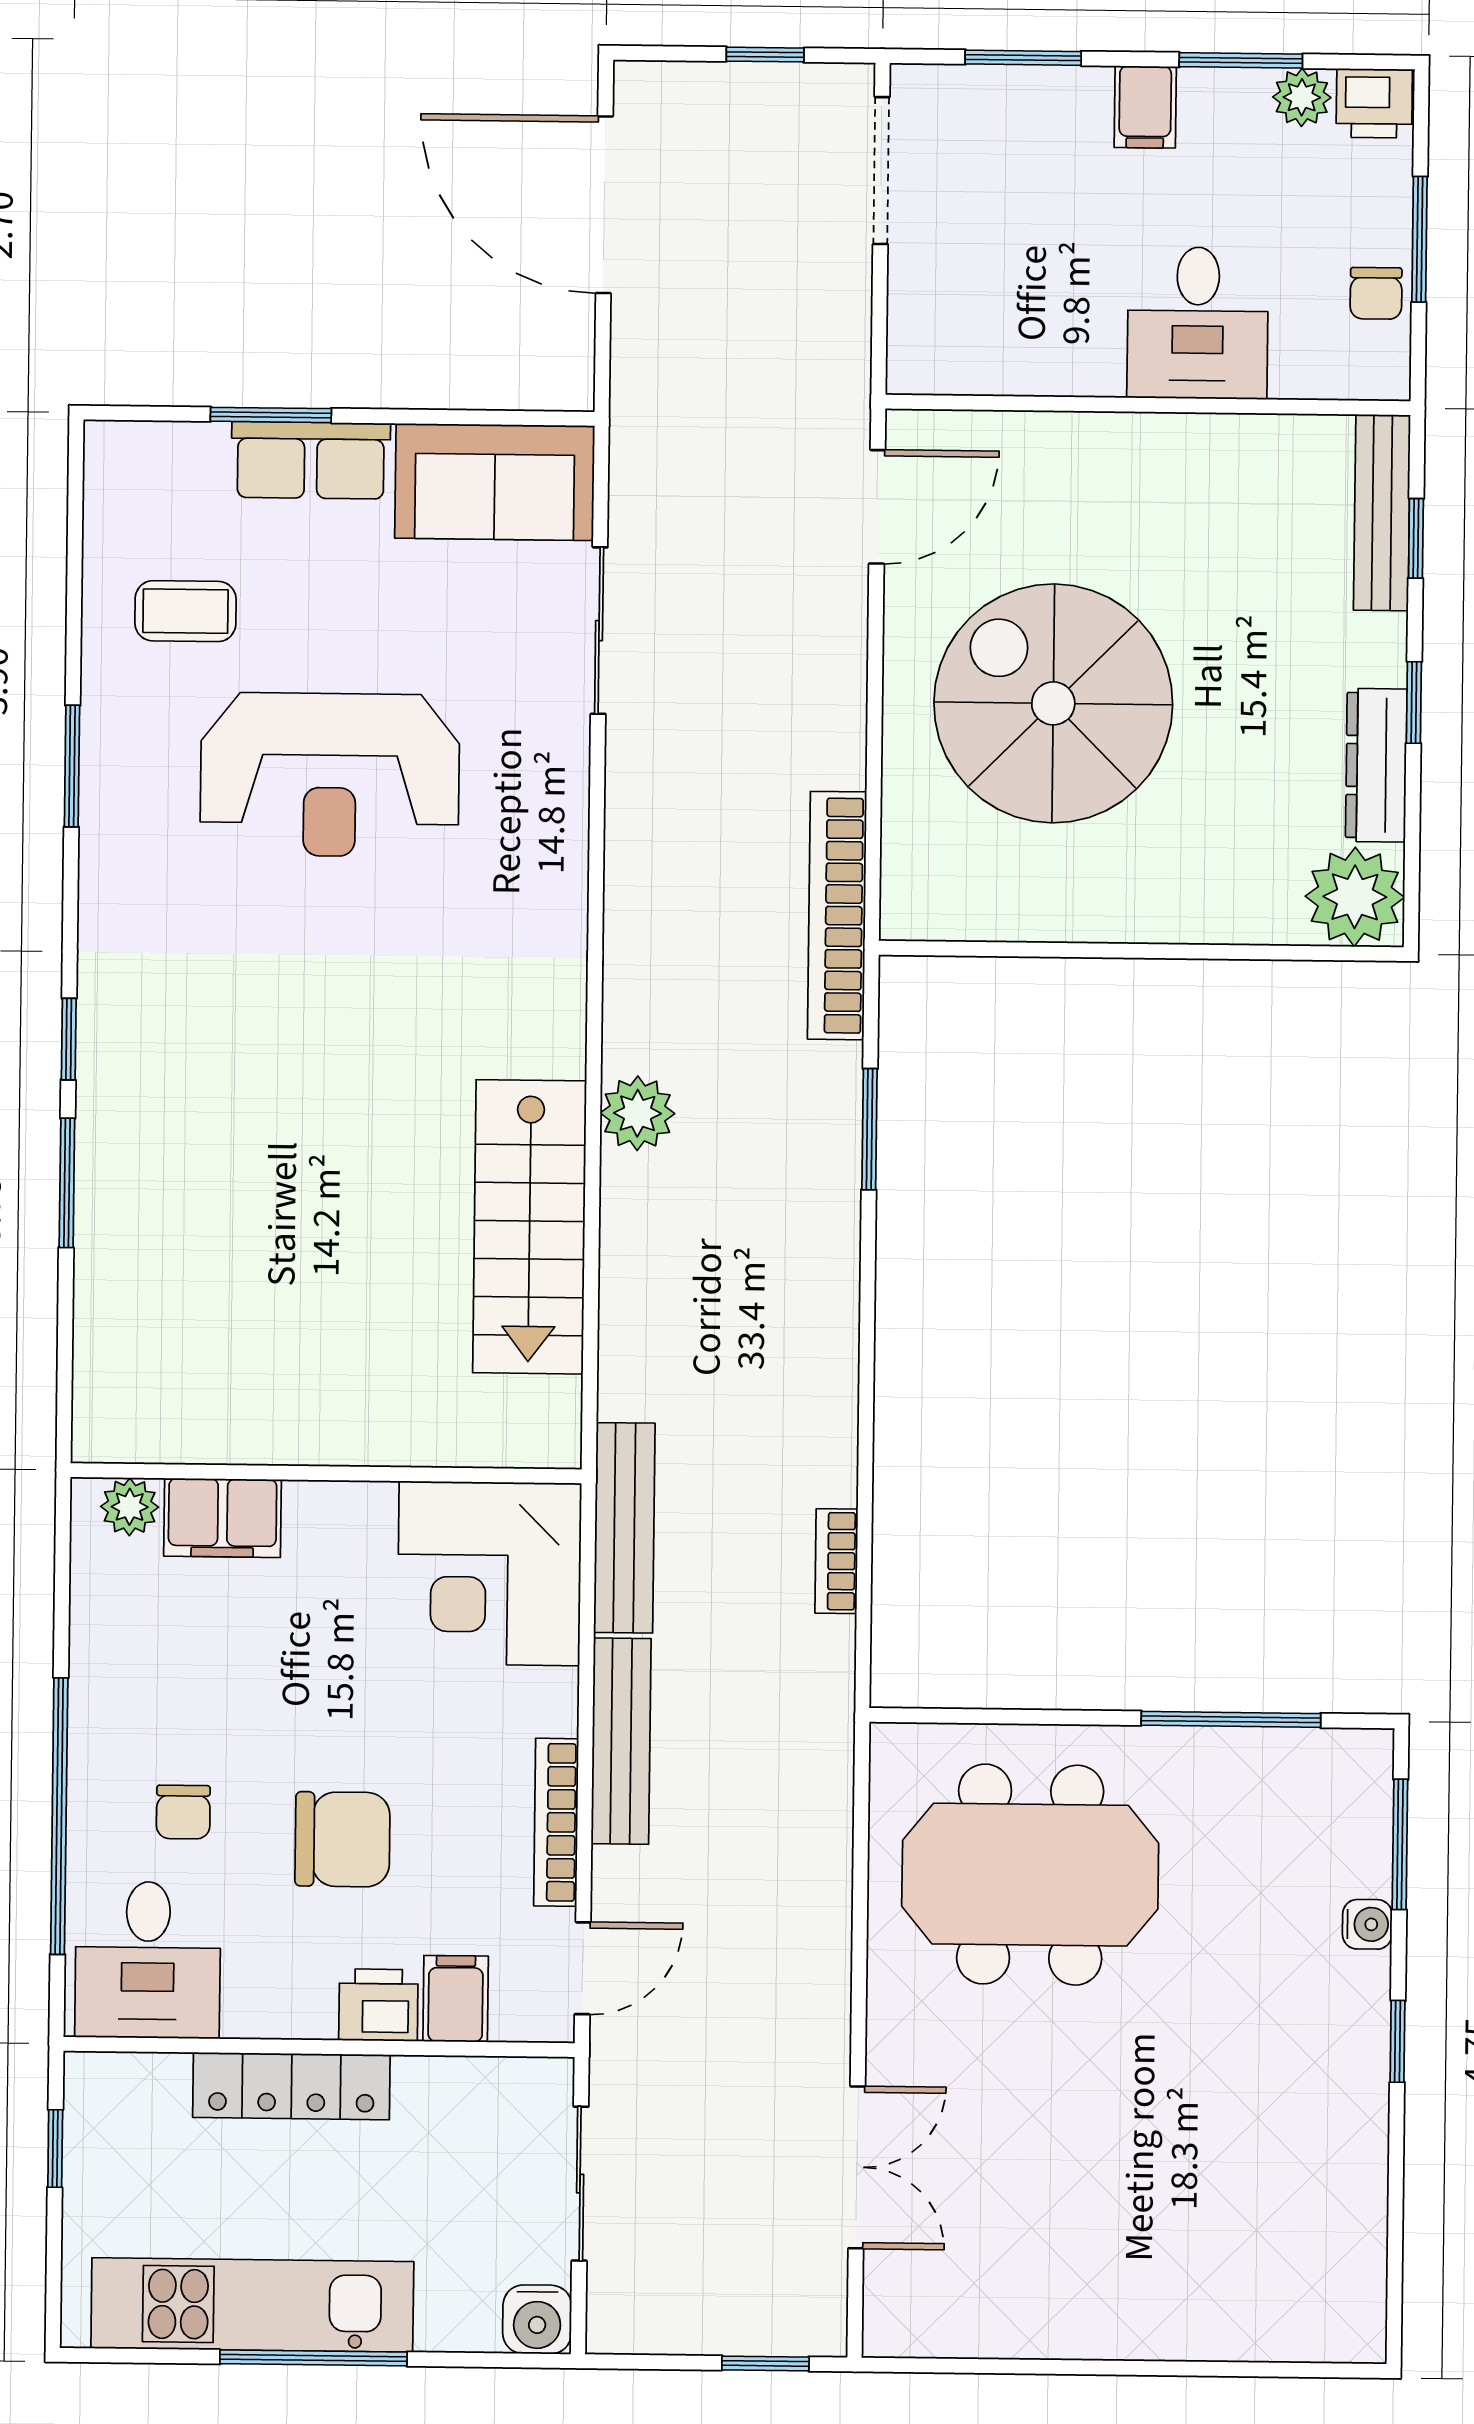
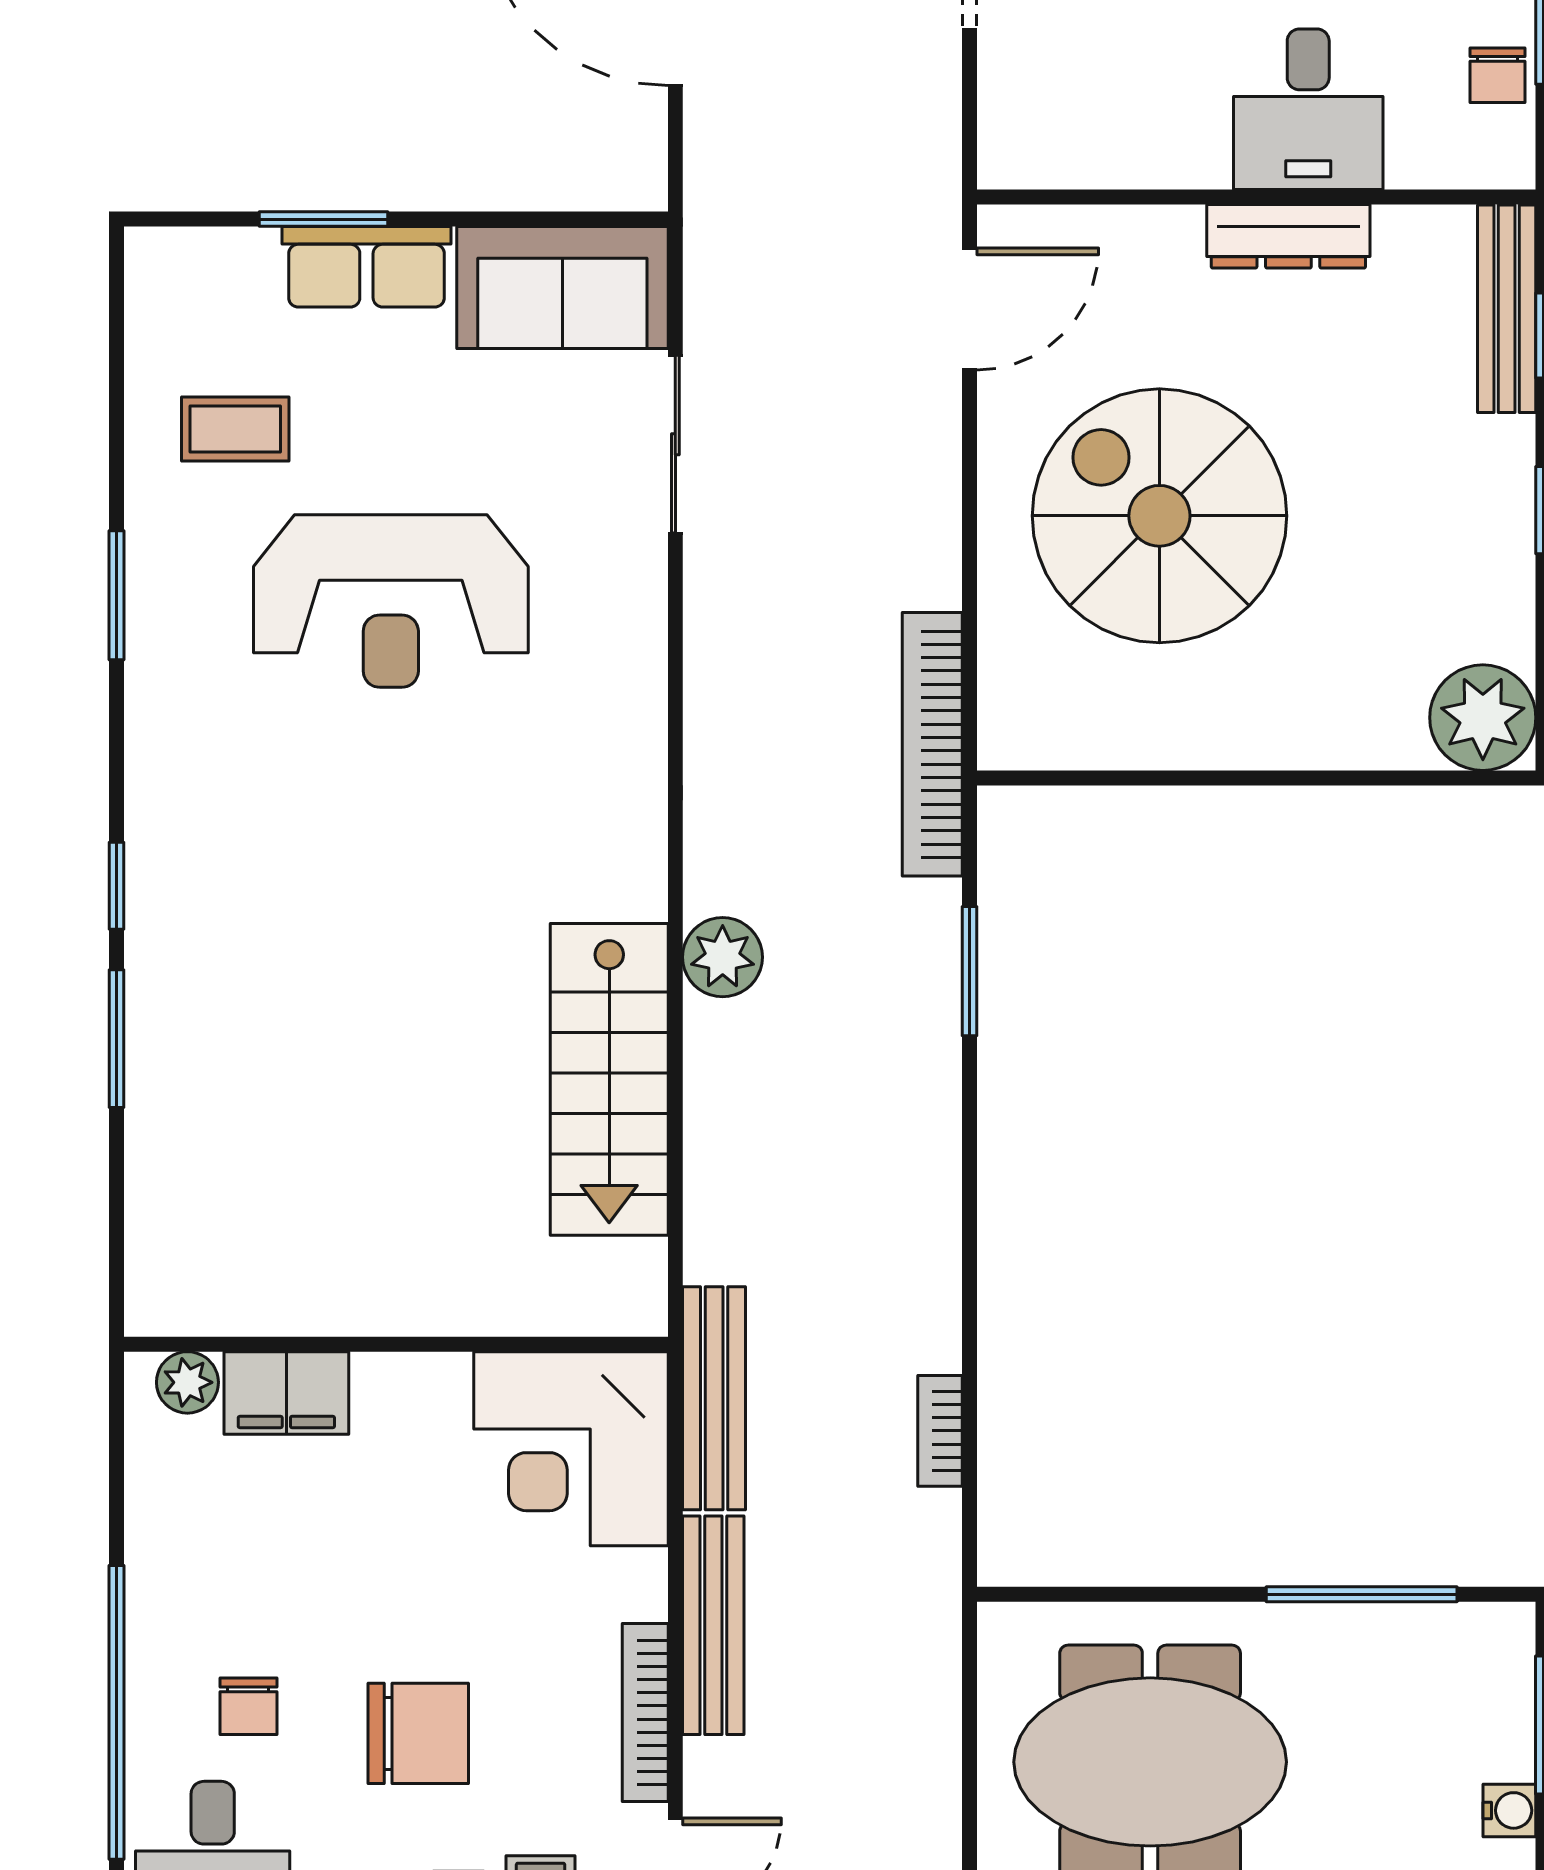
dresser: (1376, 765) -> (1288, 236), moved, turned -90

